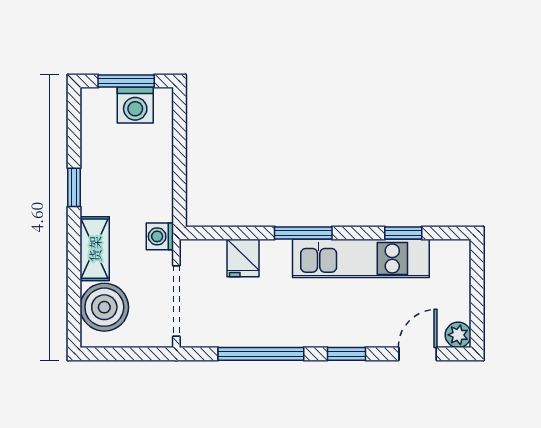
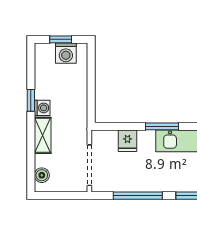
window: (126, 81) -> (61, 39), width x0.67
washing machine: (160, 236) -> (42, 108), moved, turned 180
boiler: (104, 307) -> (42, 175), width x0.54, depth x0.54

